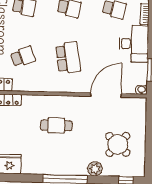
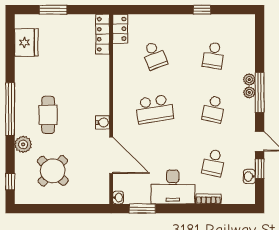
water cooler: (78, 102) -> (102, 122), added
cafe table: (56, 125) -> (48, 115), moved

